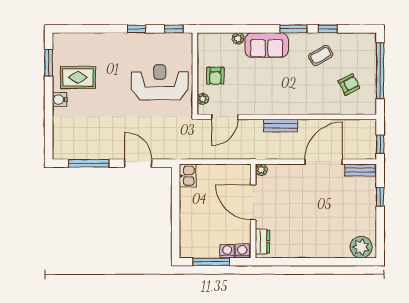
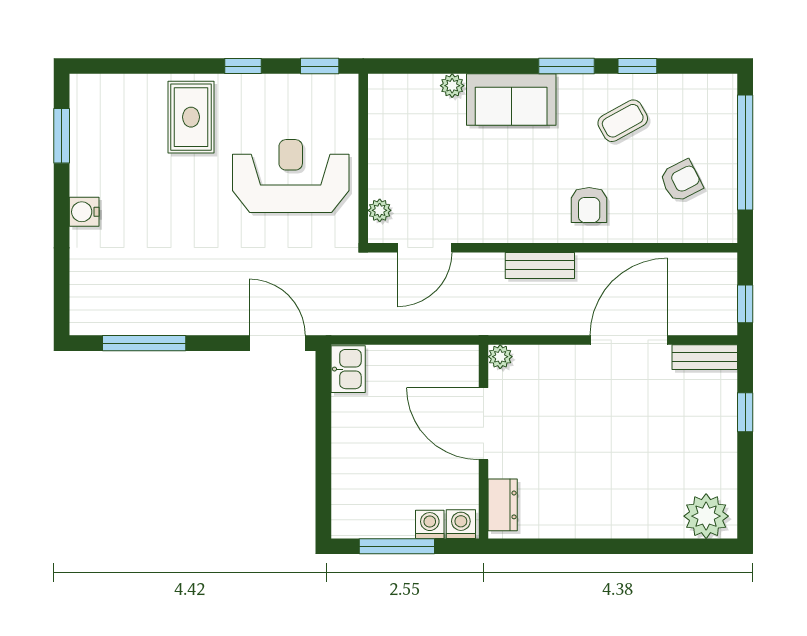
armchair: (215, 76) -> (589, 205), moved
rug: (78, 77) -> (191, 117), moved, turned 90
door: (138, 163) -> (277, 343), moved

